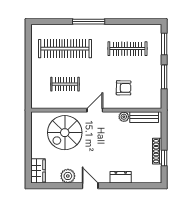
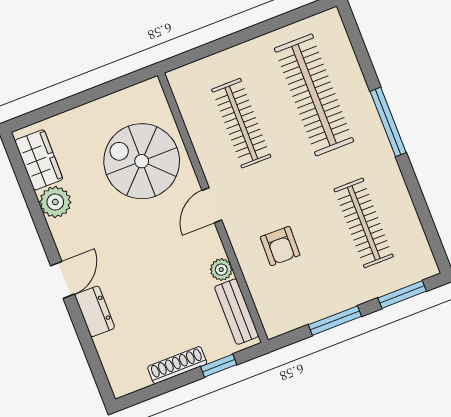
clothes rail: (65, 84) -> (241, 123), width x1.36
door: (95, 110) -> (212, 205), swing flipped
window: (164, 158) -> (219, 366), moved
wardrobe: (38, 171) -> (39, 160), moved, turned -90
door: (90, 186) -> (63, 280), moved

